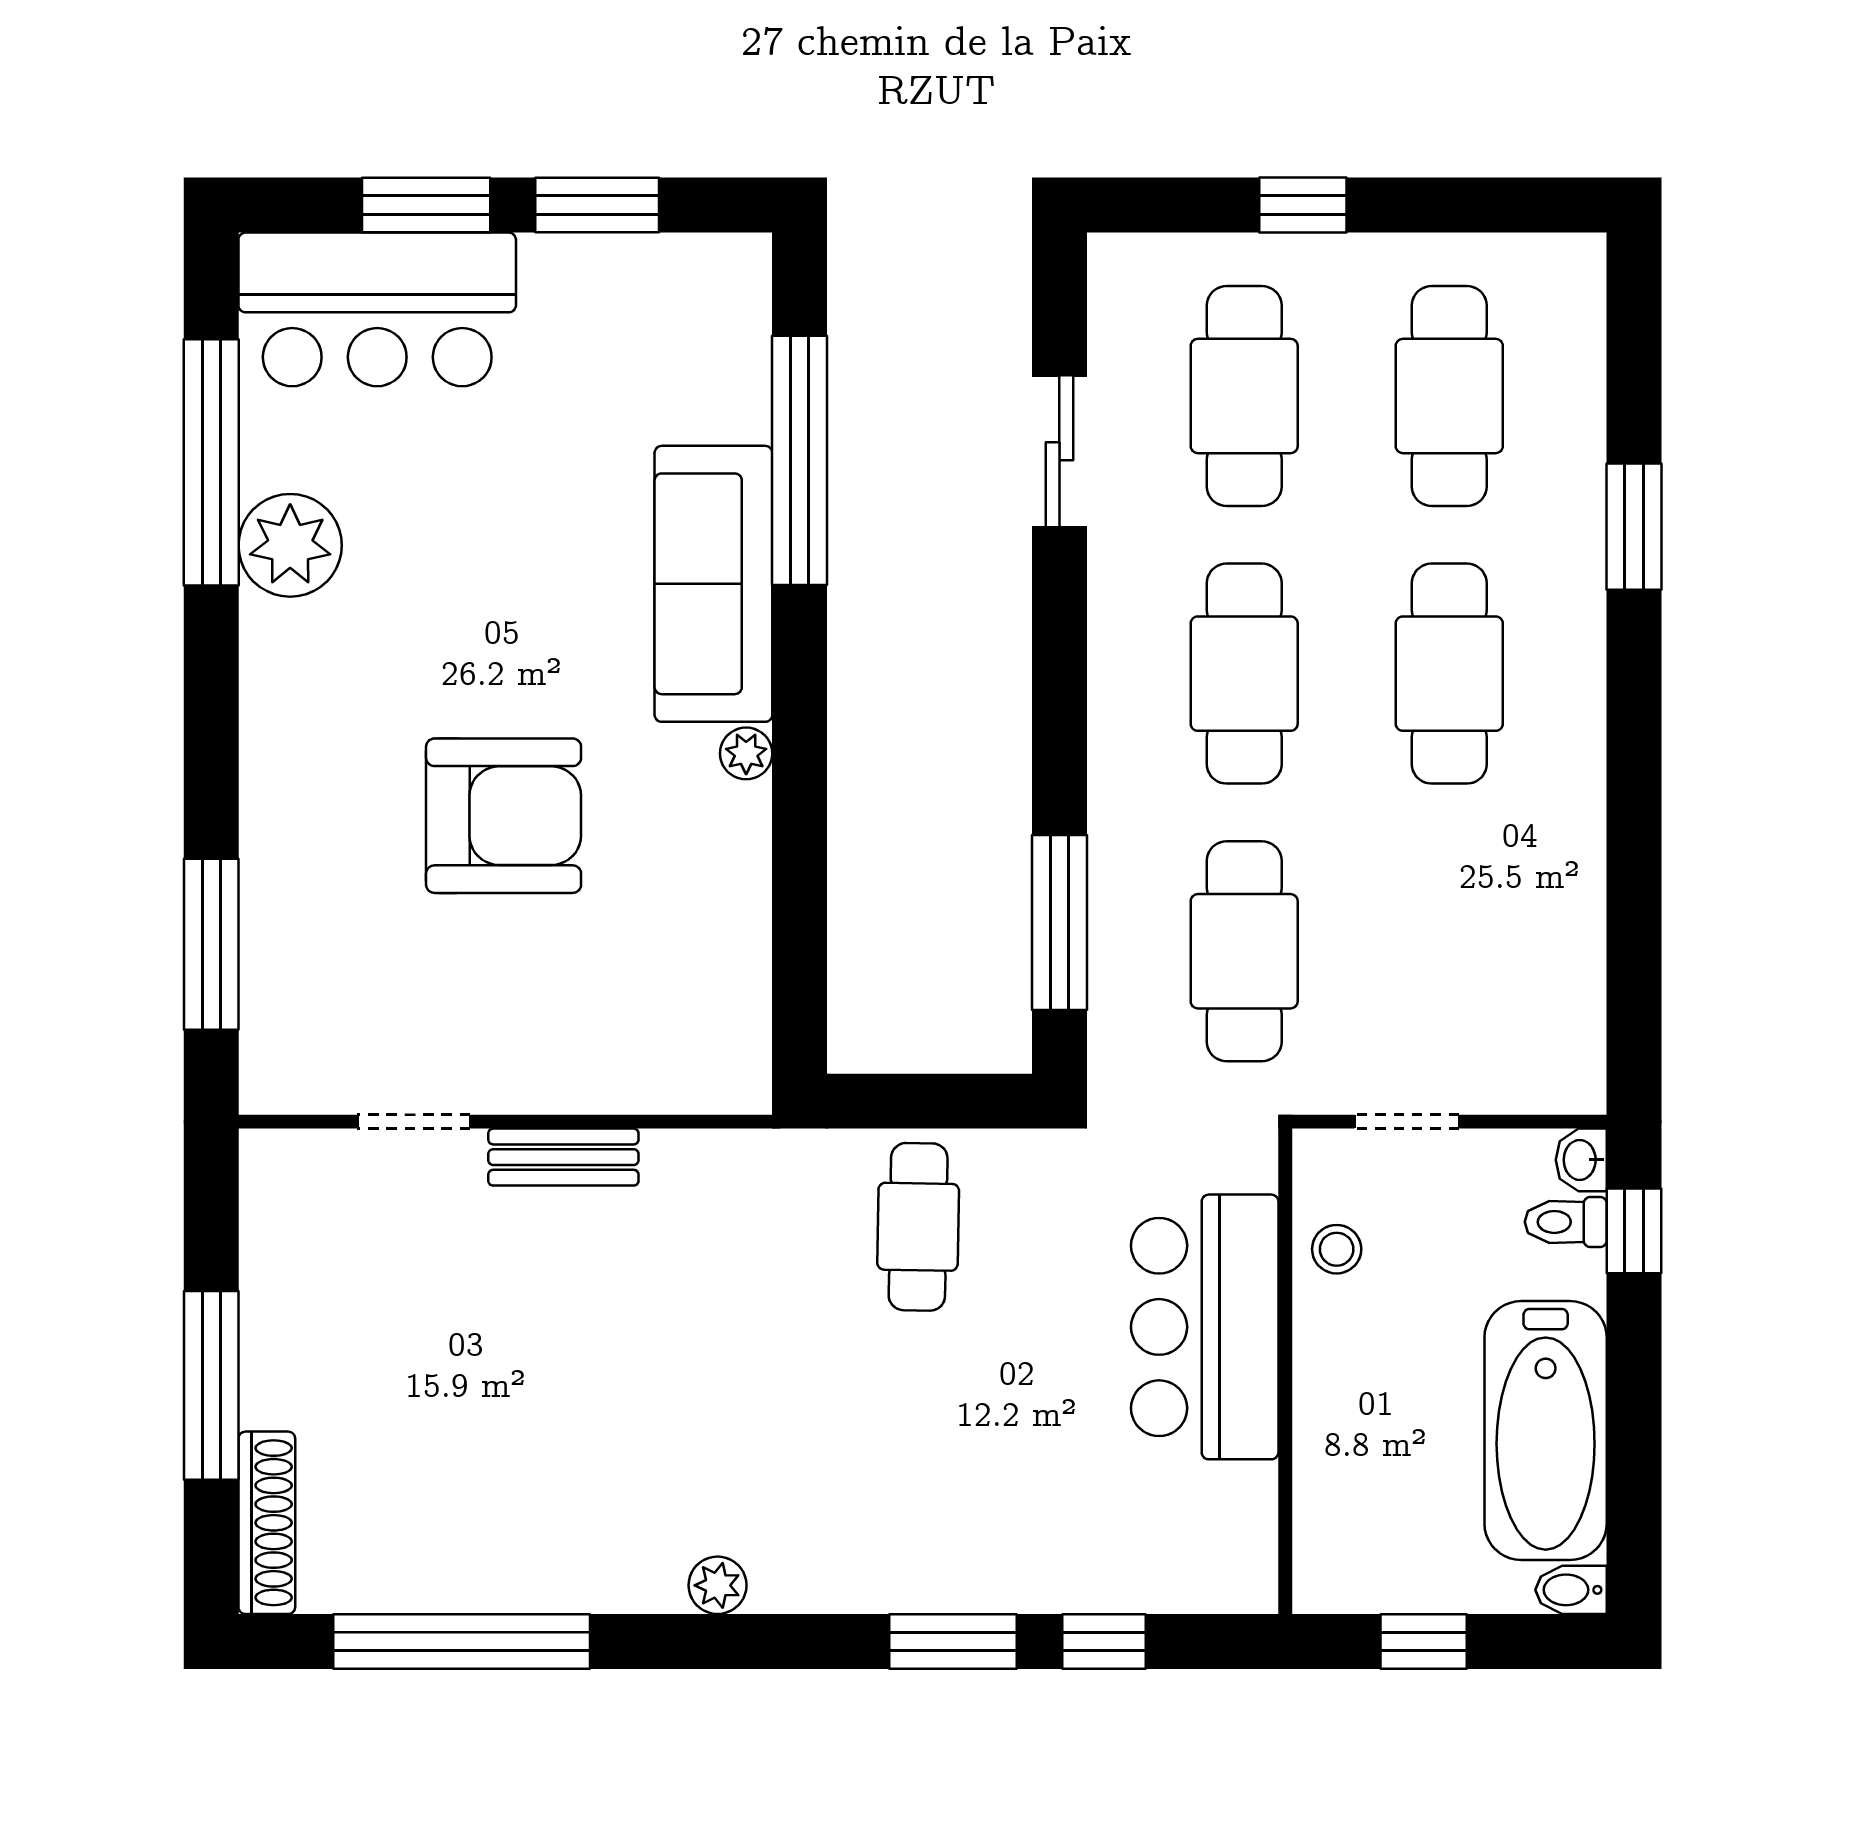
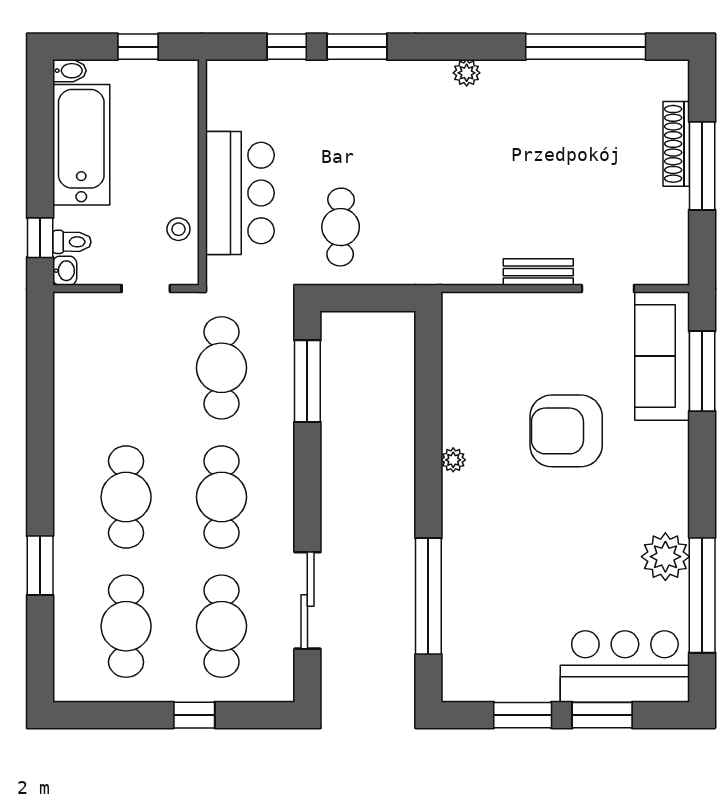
sliding door: (1059, 451) -> (307, 600), width x1.37
sofa: (713, 584) -> (662, 356), moved, turned 180
cafe table: (918, 1227) -> (341, 227), moved
shoe rack: (267, 1523) -> (676, 144), moved

